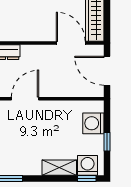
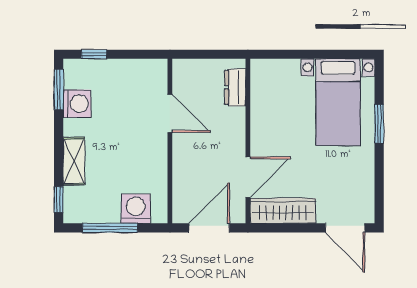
window: (107, 142) -> (110, 228), width x2.17
washing machine: (88, 165) -> (77, 104), moved

